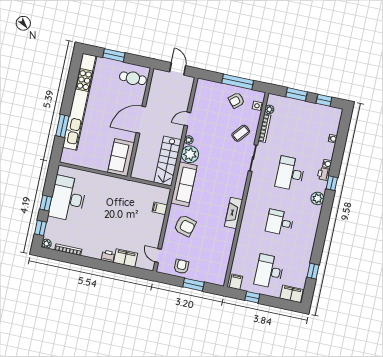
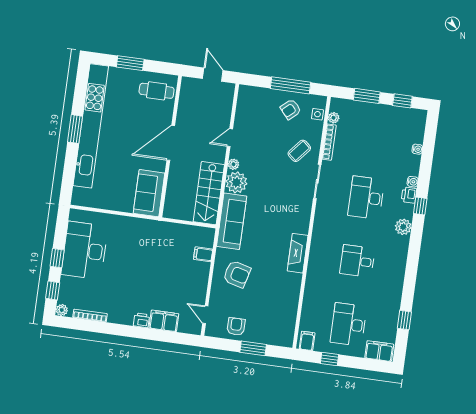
window: (62, 126) -> (75, 129), moved

